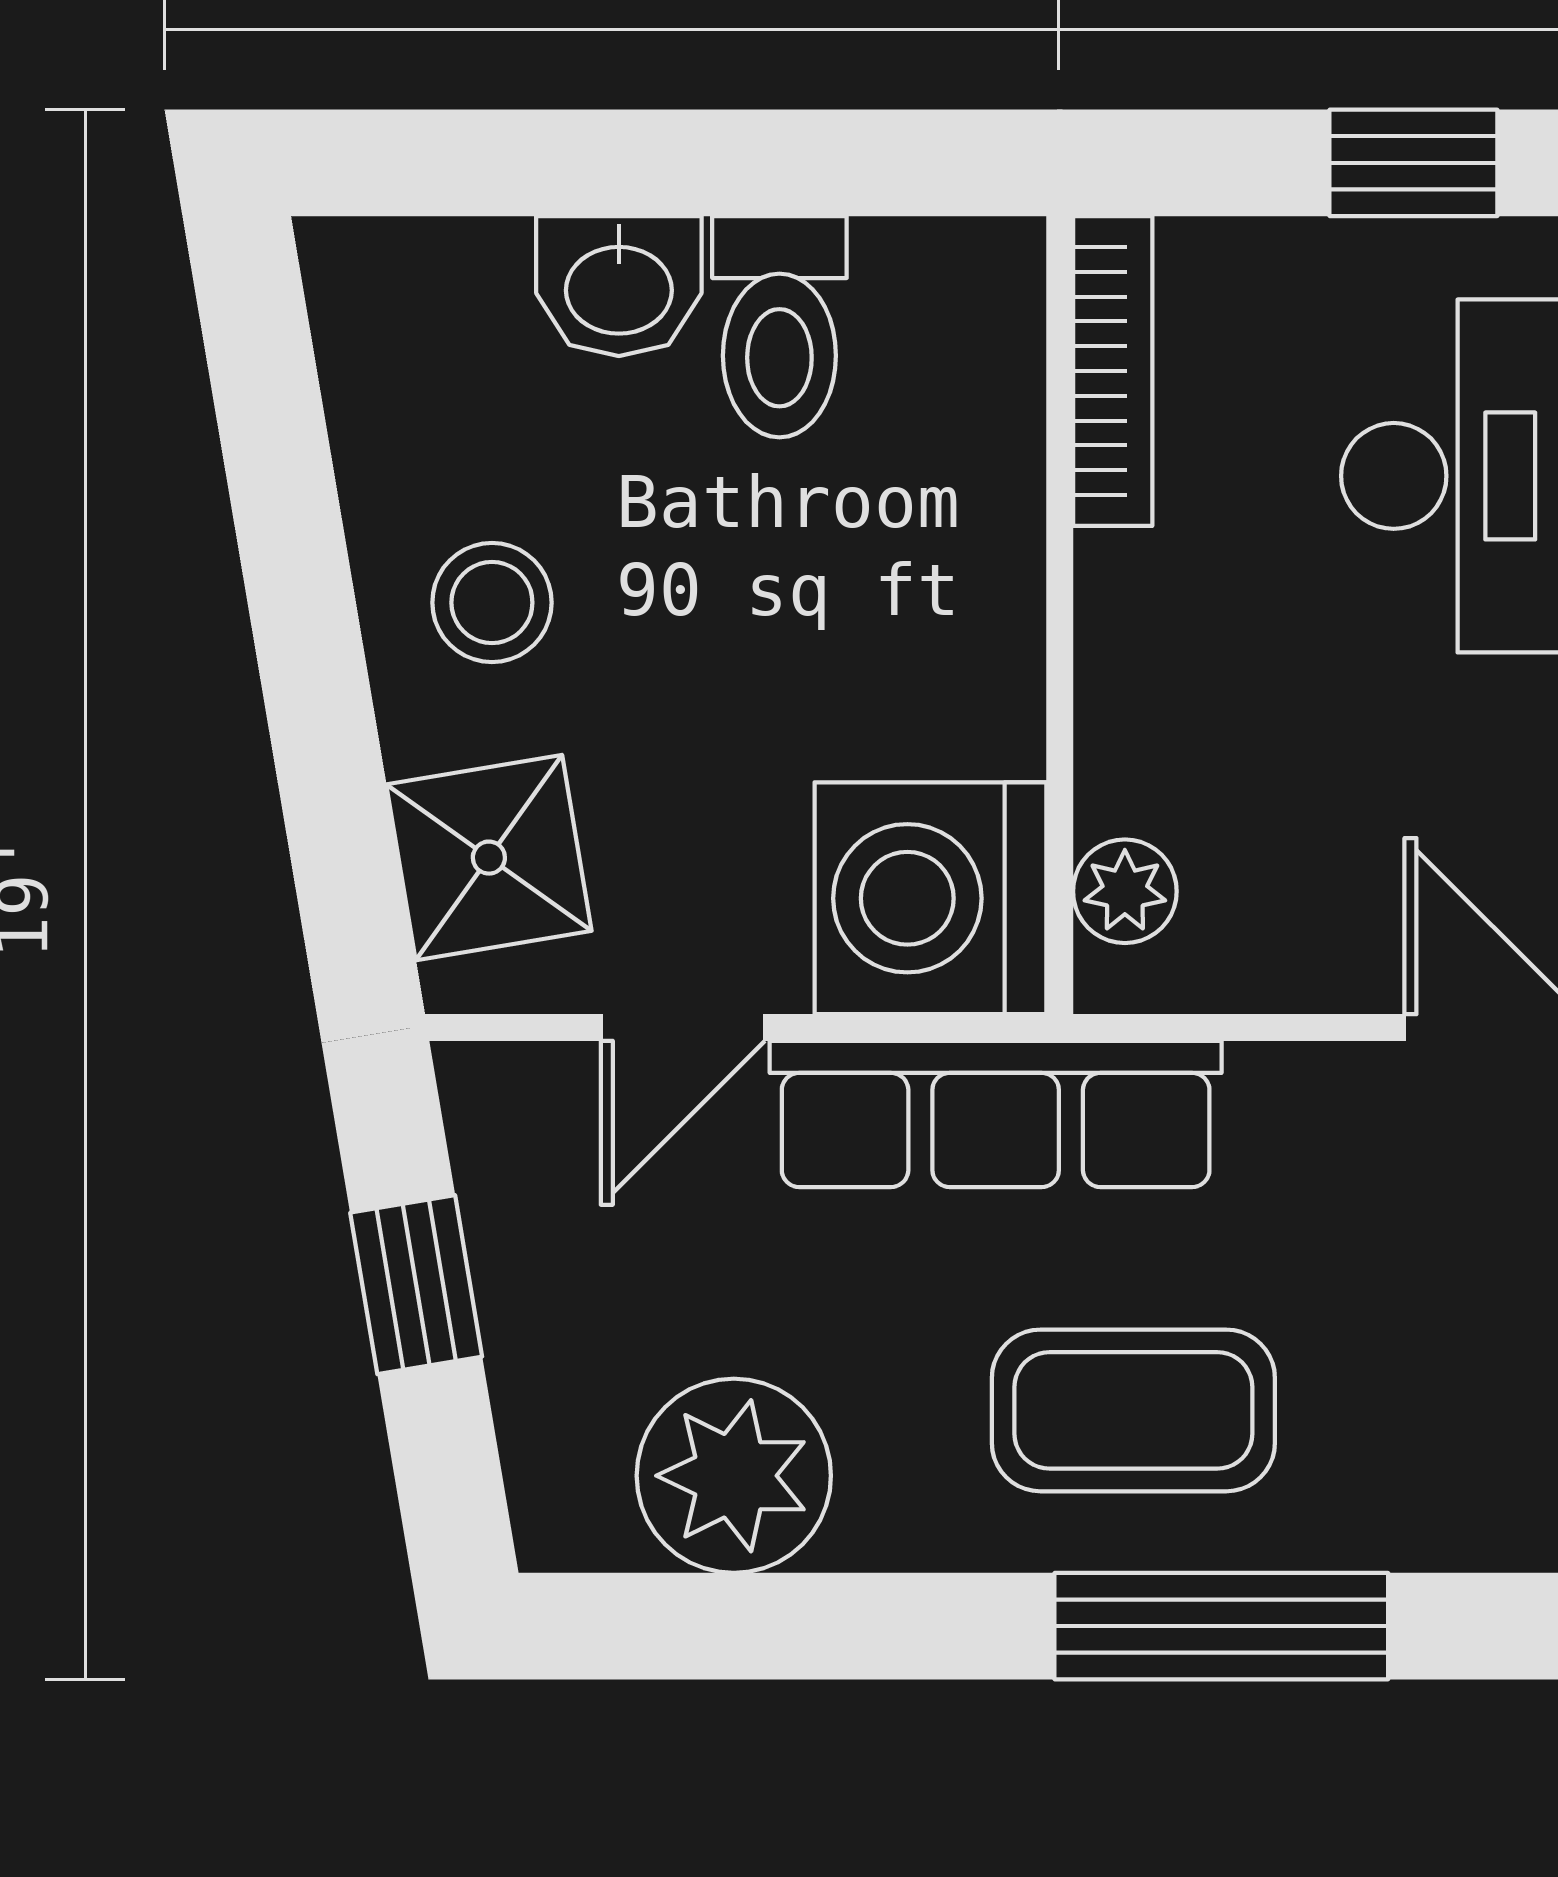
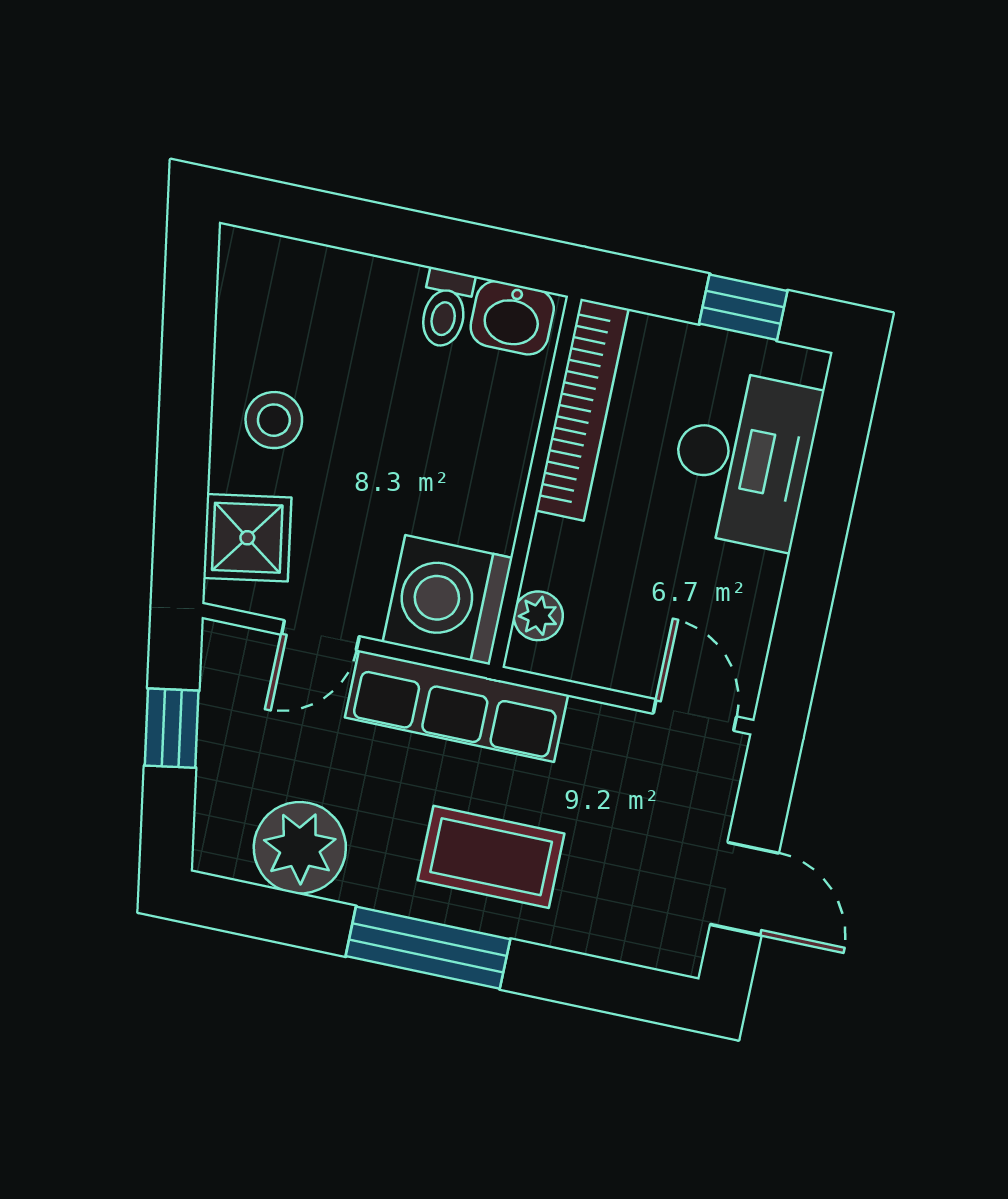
washbasin: (619, 286) -> (512, 318), moved
toilet: (779, 327) -> (445, 308), width x0.73, depth x0.72
bookcase: (1113, 371) -> (582, 410), width x1.48, depth x1.31
window: (1221, 1626) -> (428, 948), moved

